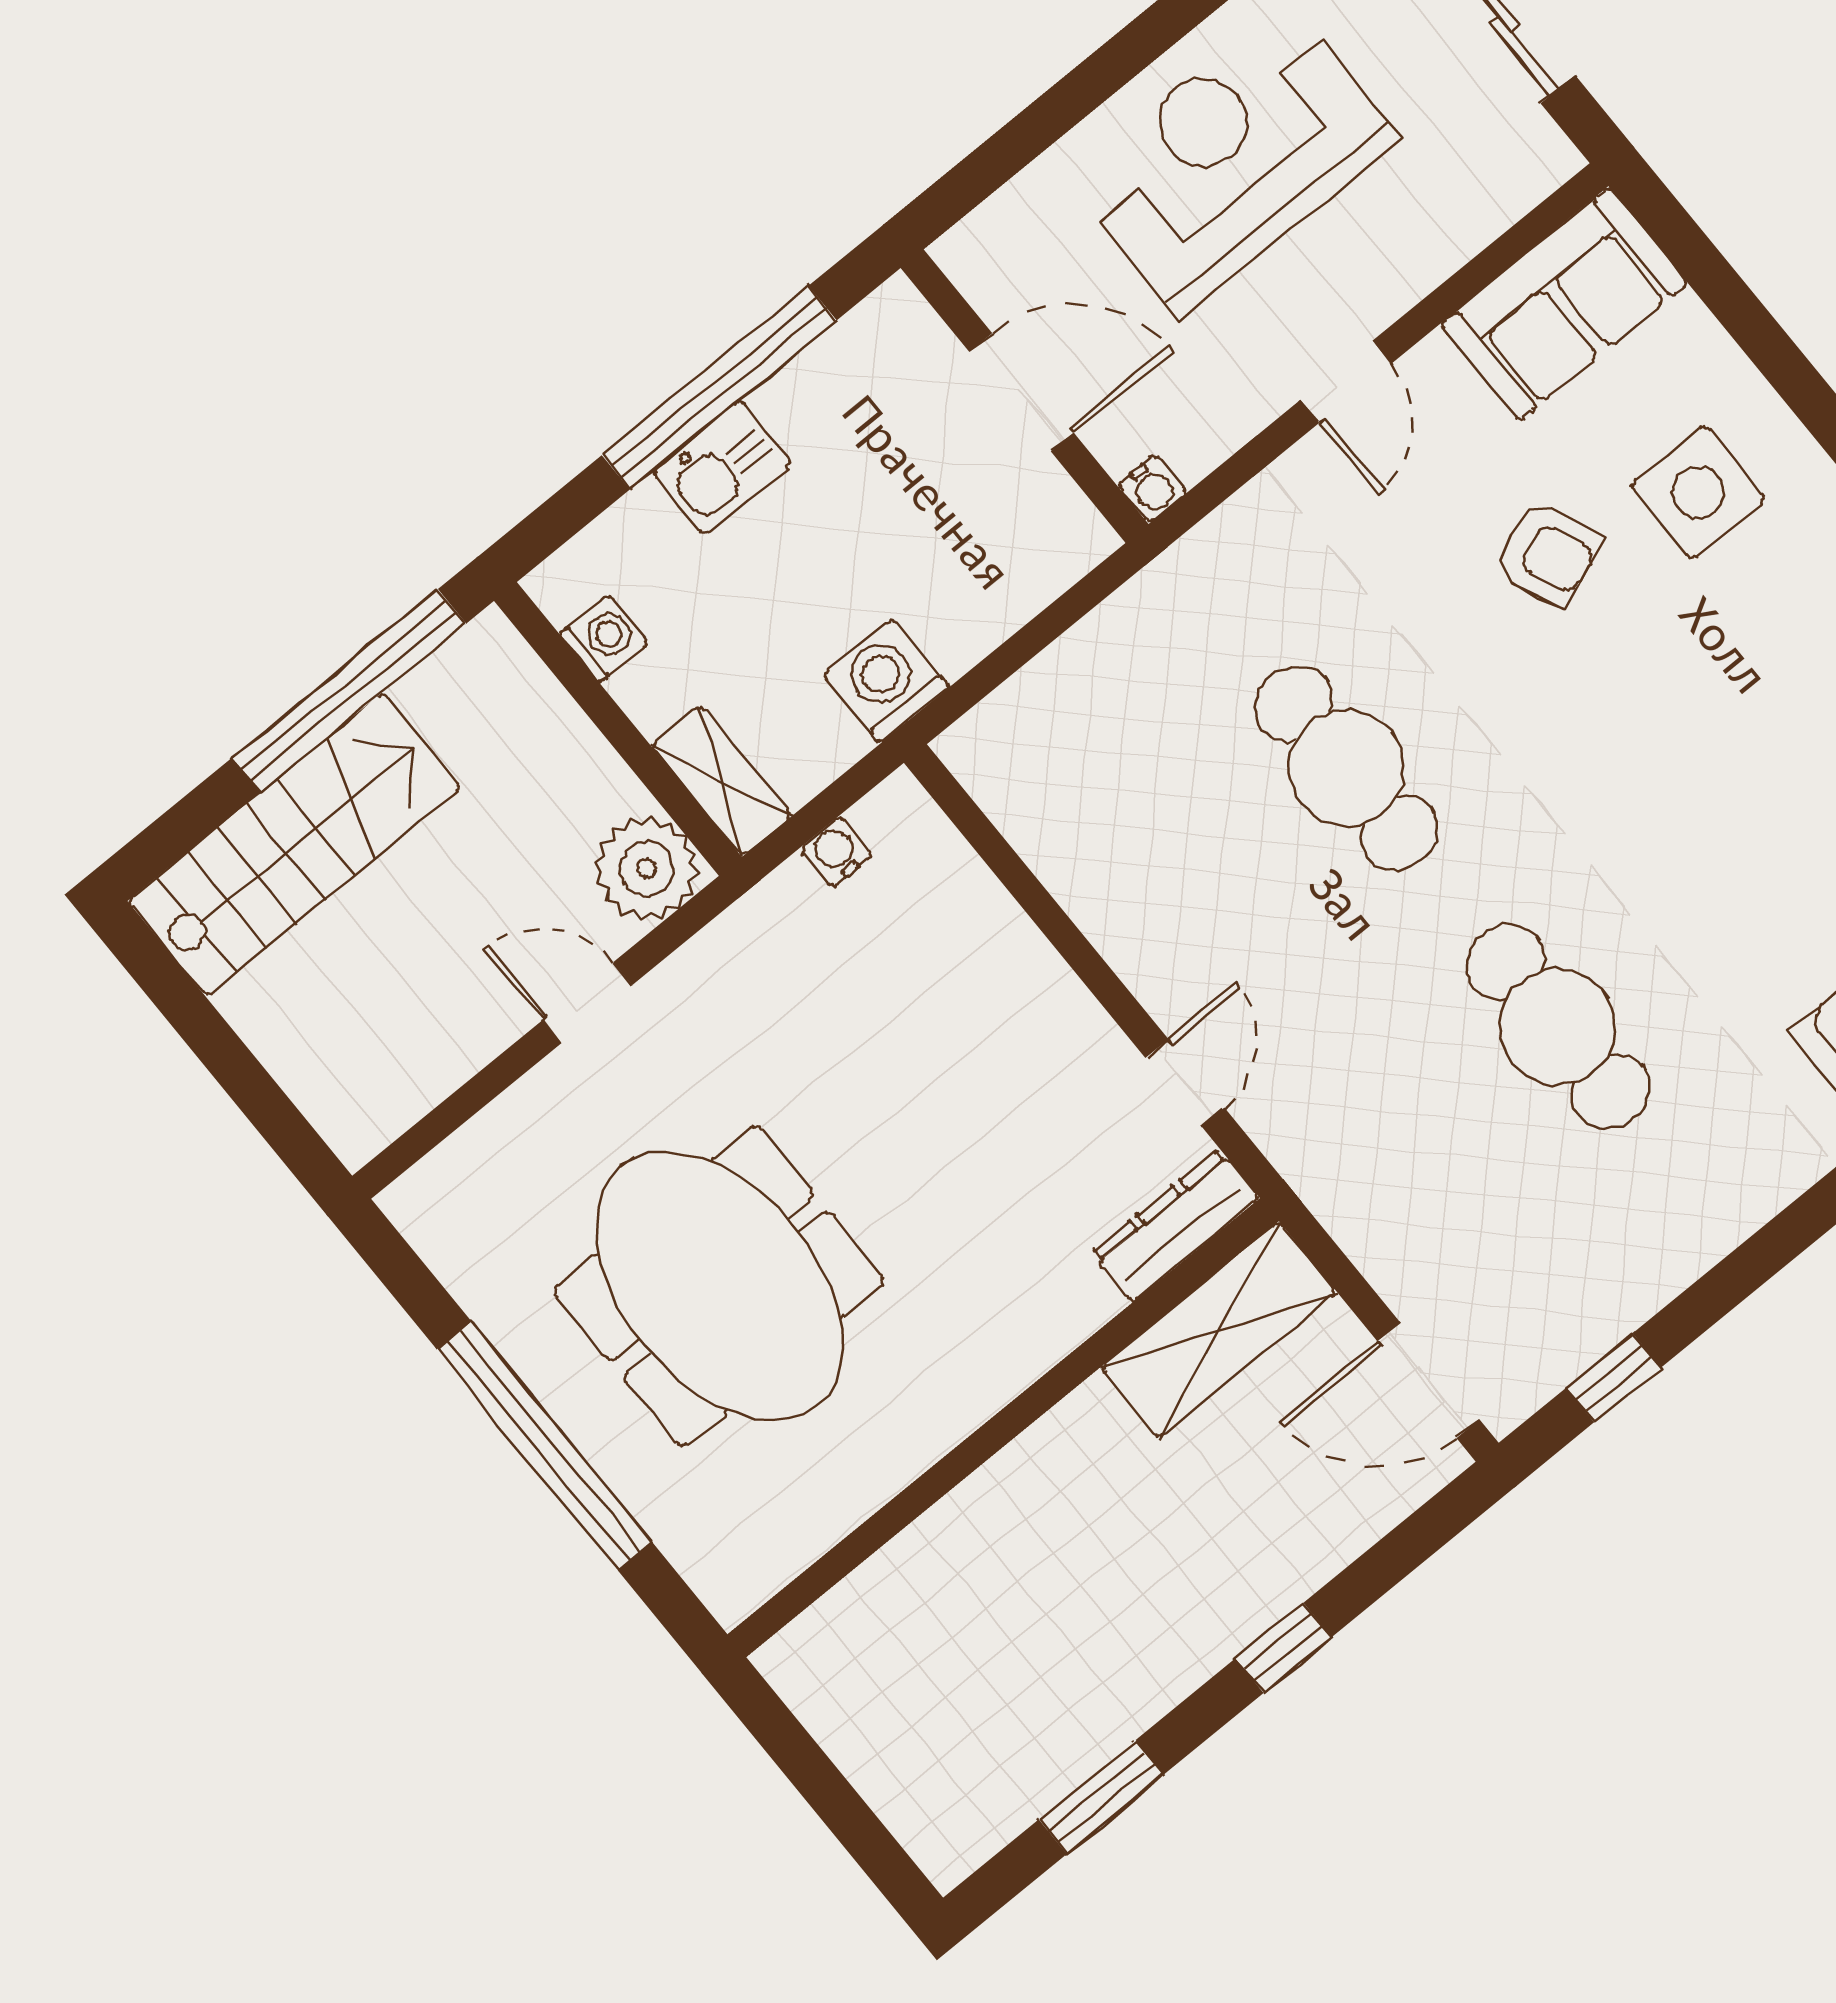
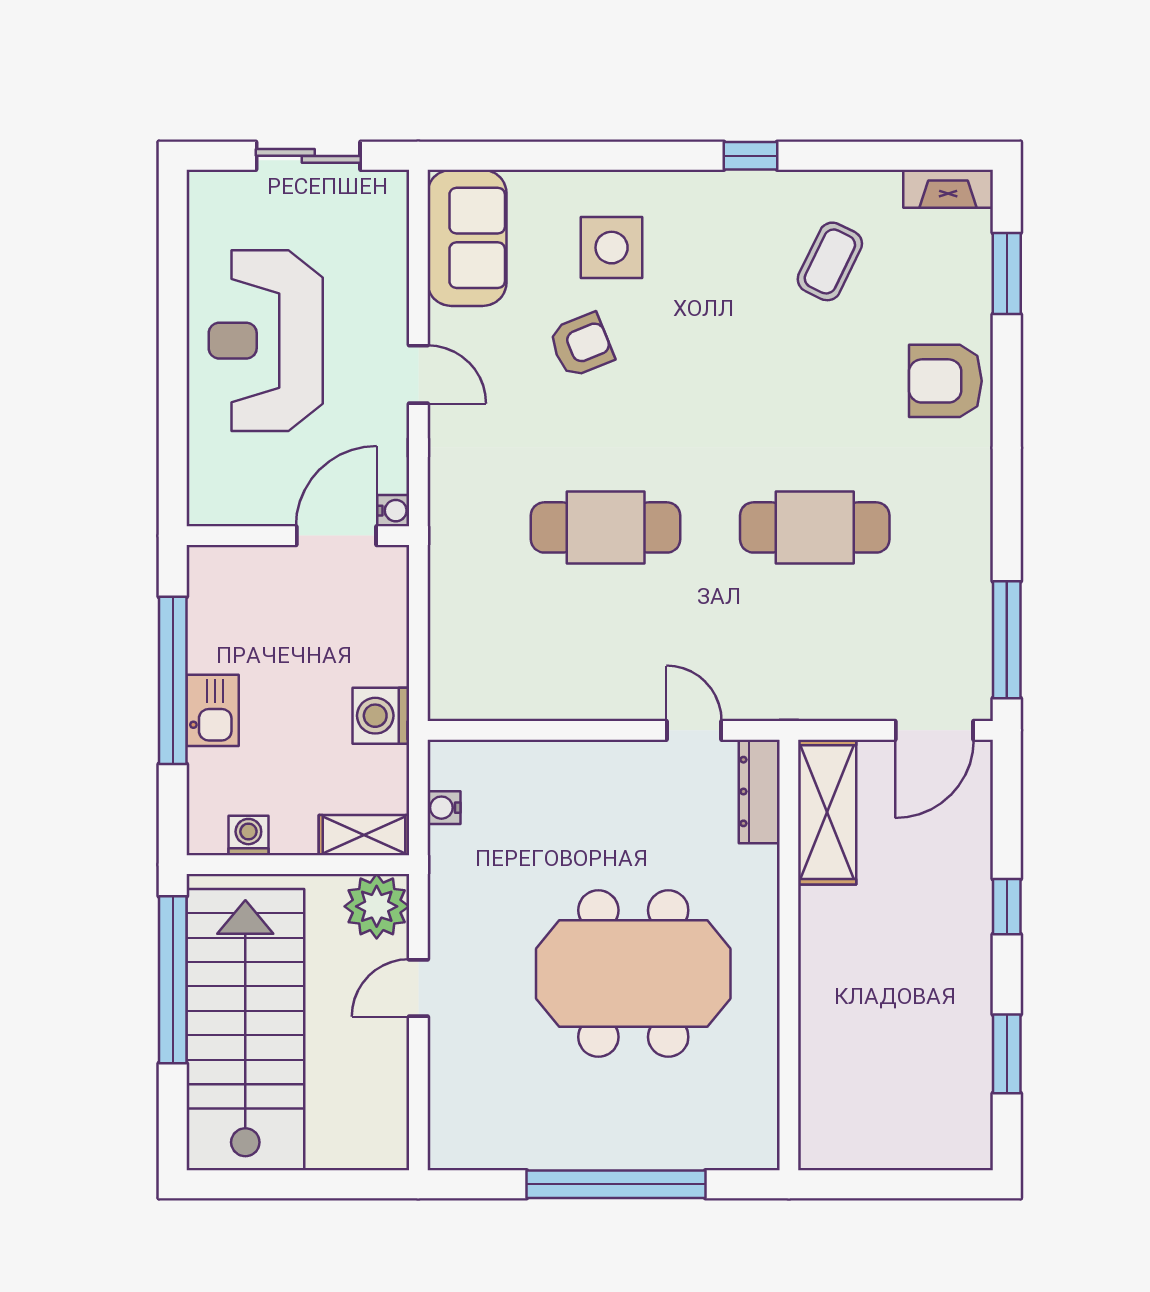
door: (1022, 392) -> (336, 536), moved
stairs: (294, 845) -> (245, 1030), width x1.36, depth x1.51
meeting table: (719, 1286) -> (633, 974), moved
window: (1613, 1378) -> (1007, 640), width x2.17

